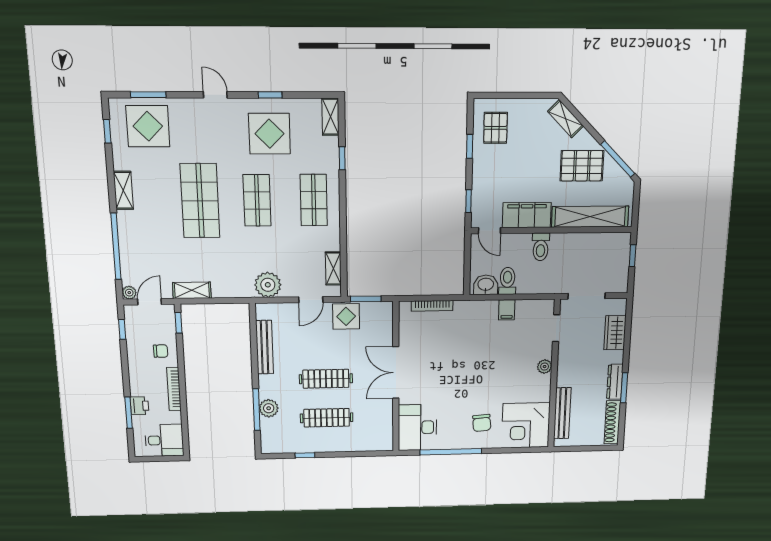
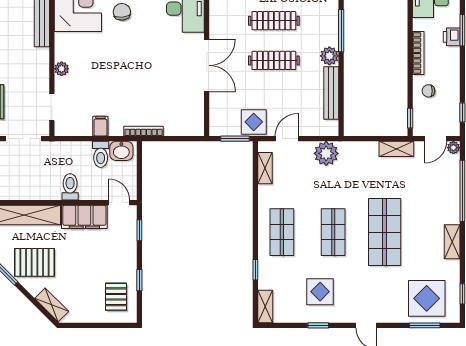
display table: (269, 134) -> (320, 292), width x0.73, depth x0.73
bookcase: (432, 306) -> (144, 131), moved
plant: (269, 408) -> (329, 56), moved

